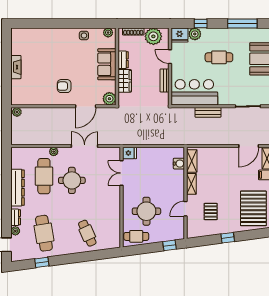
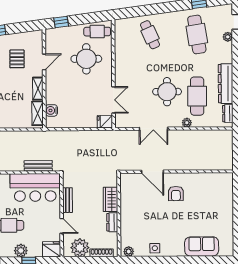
plant: (195, 34) -> (21, 251), moved
sofa: (107, 64) -> (202, 246), moved, turned -90
fireplace: (16, 67) -> (228, 214), removed
armchair: (64, 86) -> (176, 194), turned 90
plant: (109, 99) -> (127, 180), removed
door: (86, 106) -> (153, 172), swing flipped
plant: (17, 112) -> (227, 165), removed
bench: (208, 112) -> (38, 166), moved
dresser: (16, 217) -> (228, 114), moved

